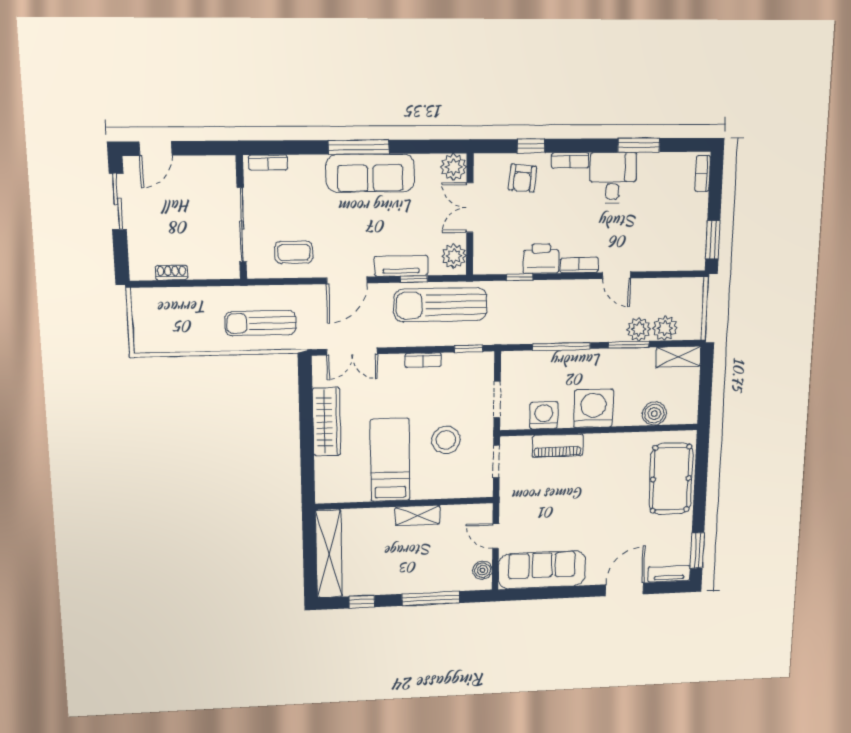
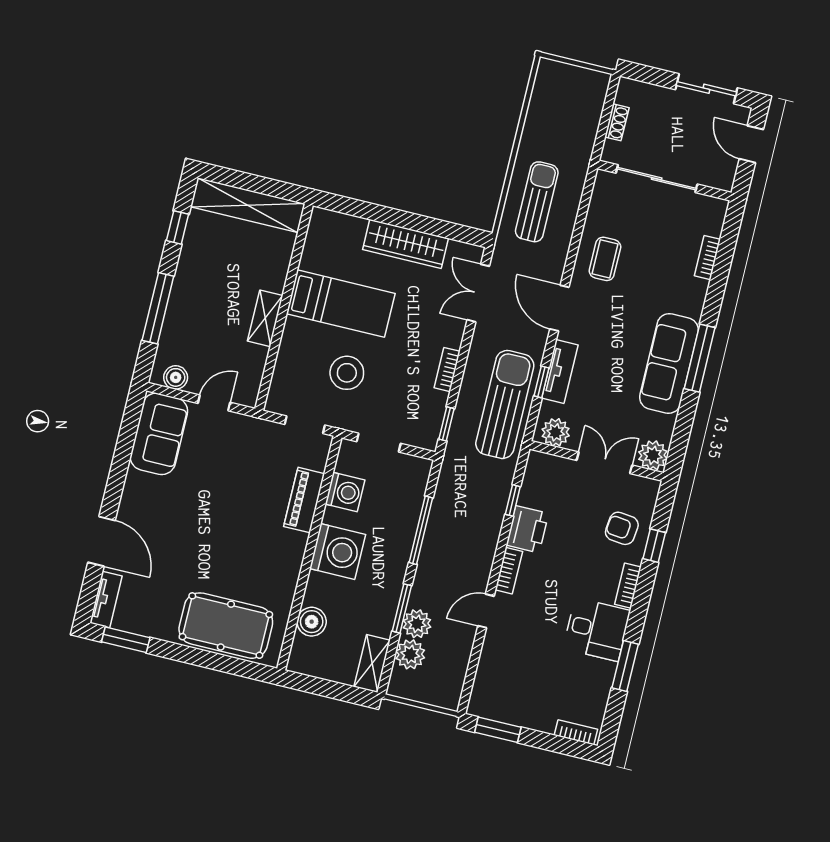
wall: (241, 218) -> (664, 181), moved
sliding door: (242, 225) -> (657, 179), moved
sofa: (542, 570) -> (159, 434), width x0.73

